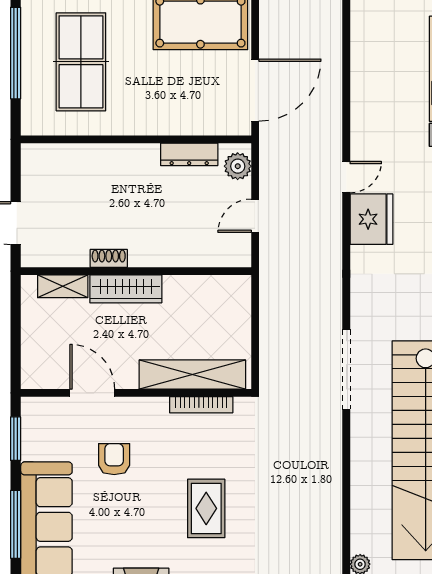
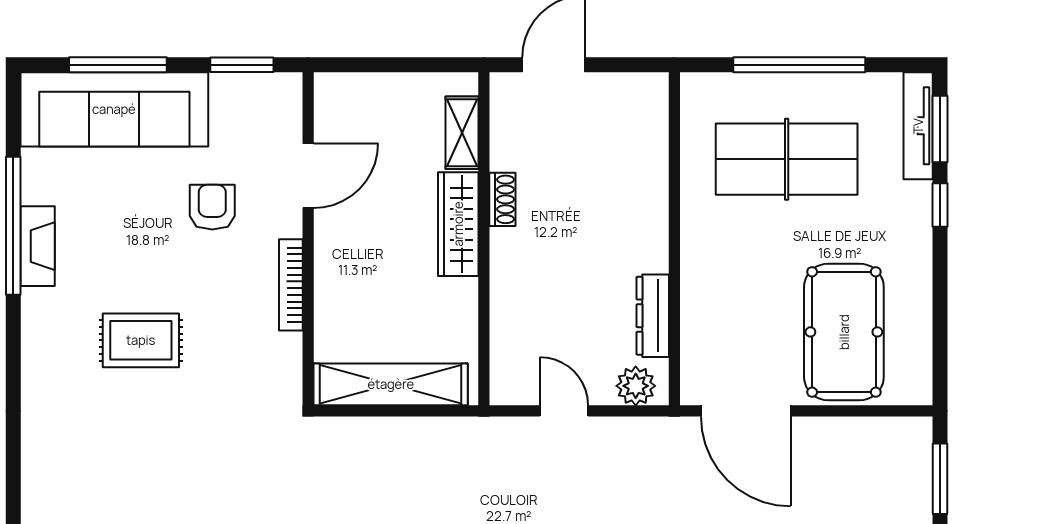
shelving: (192, 374) -> (391, 384), moved, turned 90
bookcase: (201, 405) -> (291, 285), moved
armchair: (114, 459) -> (212, 207), turned -90

